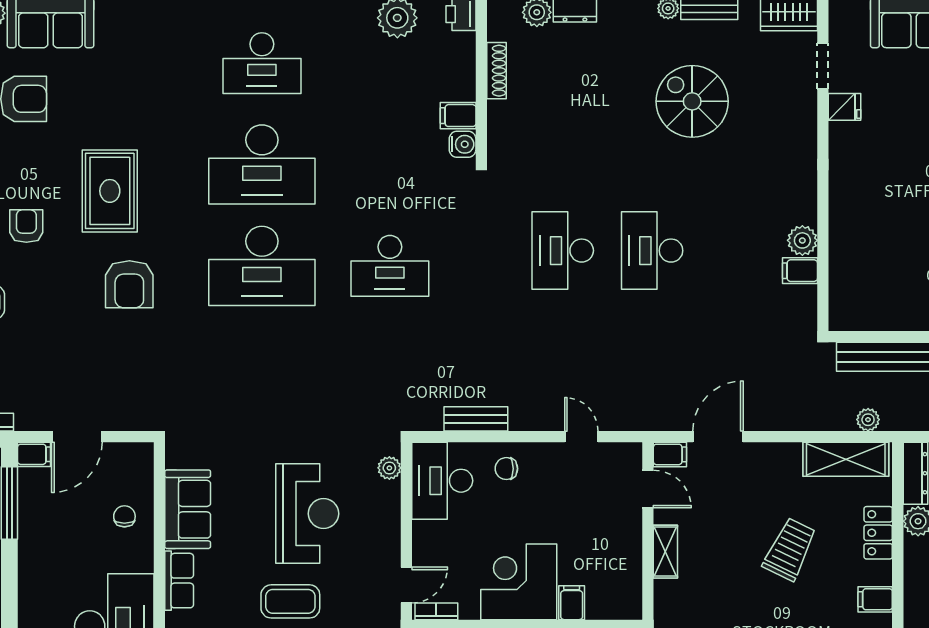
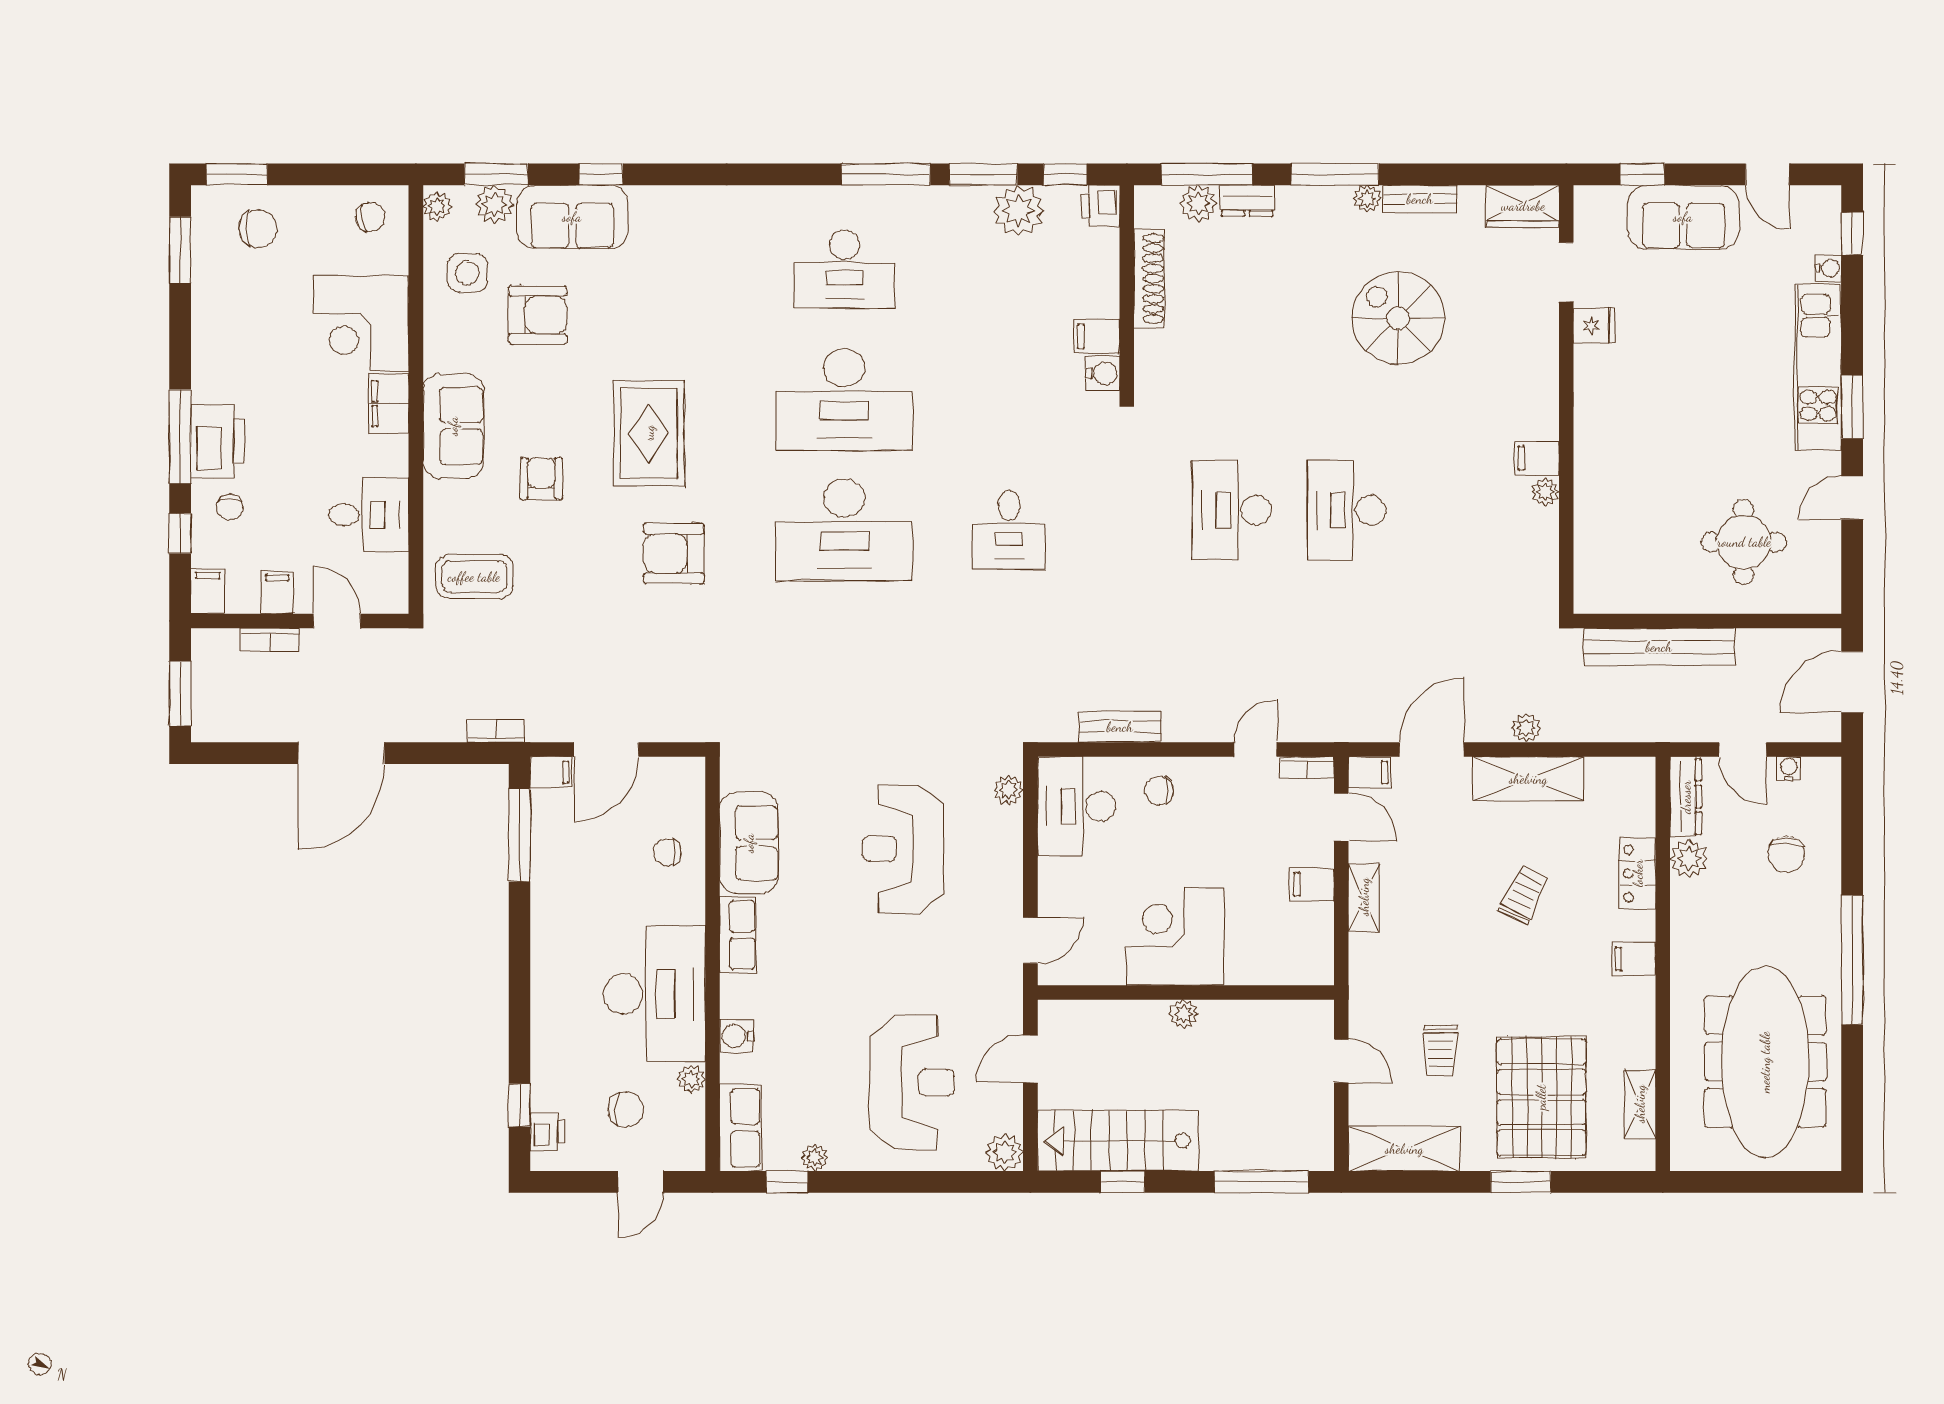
shoe rack: (497, 71) -> (1149, 279), width x1.36, depth x1.24
plant: (802, 240) -> (1545, 492), width x0.73, depth x0.73
desk: (390, 266) -> (1009, 530), width x0.73
filing cabinet: (800, 271) -> (1537, 458), moved
armchair: (129, 284) -> (674, 554), turned 90
plant: (868, 420) -> (1526, 728), moved
door: (581, 437) -> (1256, 750), hinge flipped
shelving: (846, 459) -> (1528, 779), moved
reception desk: (307, 514) -> (903, 849), turned 180
chair: (124, 516) -> (668, 852), turned -90
trolley: (790, 549) -> (1524, 895), width x0.73, depth x0.72
coffee table: (290, 601) -> (881, 962), removed
filing cabinet: (572, 603) -> (1312, 884), moved, turned -90
bookcase: (436, 611) -> (1307, 768), moved, turned 180

